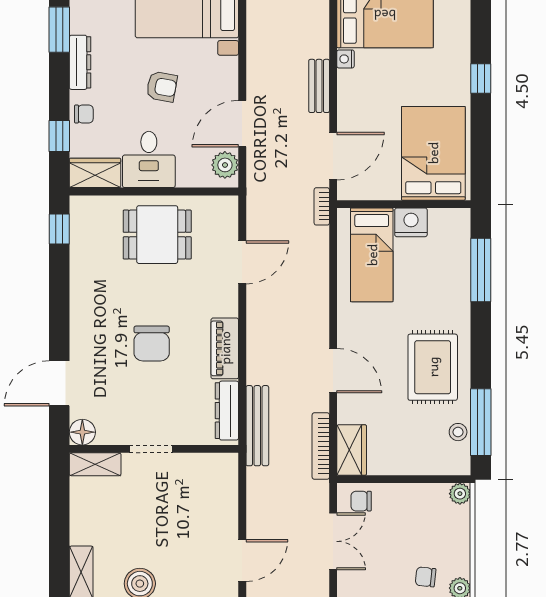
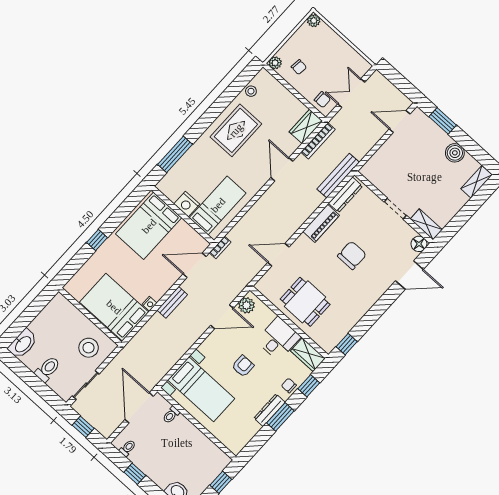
window: (59, 30) -> (280, 417), moved
armchair: (162, 87) -> (243, 366), turned 80
window: (481, 422) -> (237, 86), removed
chair: (426, 577) -> (299, 67), moved

